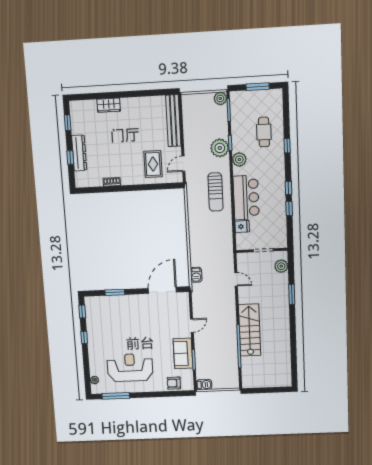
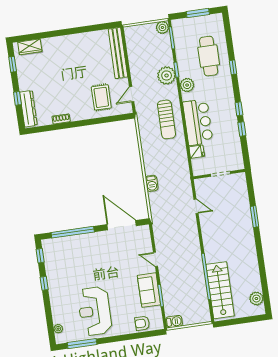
wardrobe: (109, 105) -> (30, 47), moved
cafe table: (264, 132) -> (209, 56), width x1.37, depth x1.35
dresser: (79, 153) -> (28, 109), moved
plant: (281, 266) -> (256, 299), moved
barbecue: (196, 275) -> (152, 183), moved
door: (162, 290) -> (122, 225), hinge flipped
window: (115, 292) -> (73, 232), width x2.11
door: (192, 326) -> (155, 259), swing flipped
stairs: (250, 330) -> (220, 290), moved
reception desk: (130, 368) -> (95, 311), turned -90

